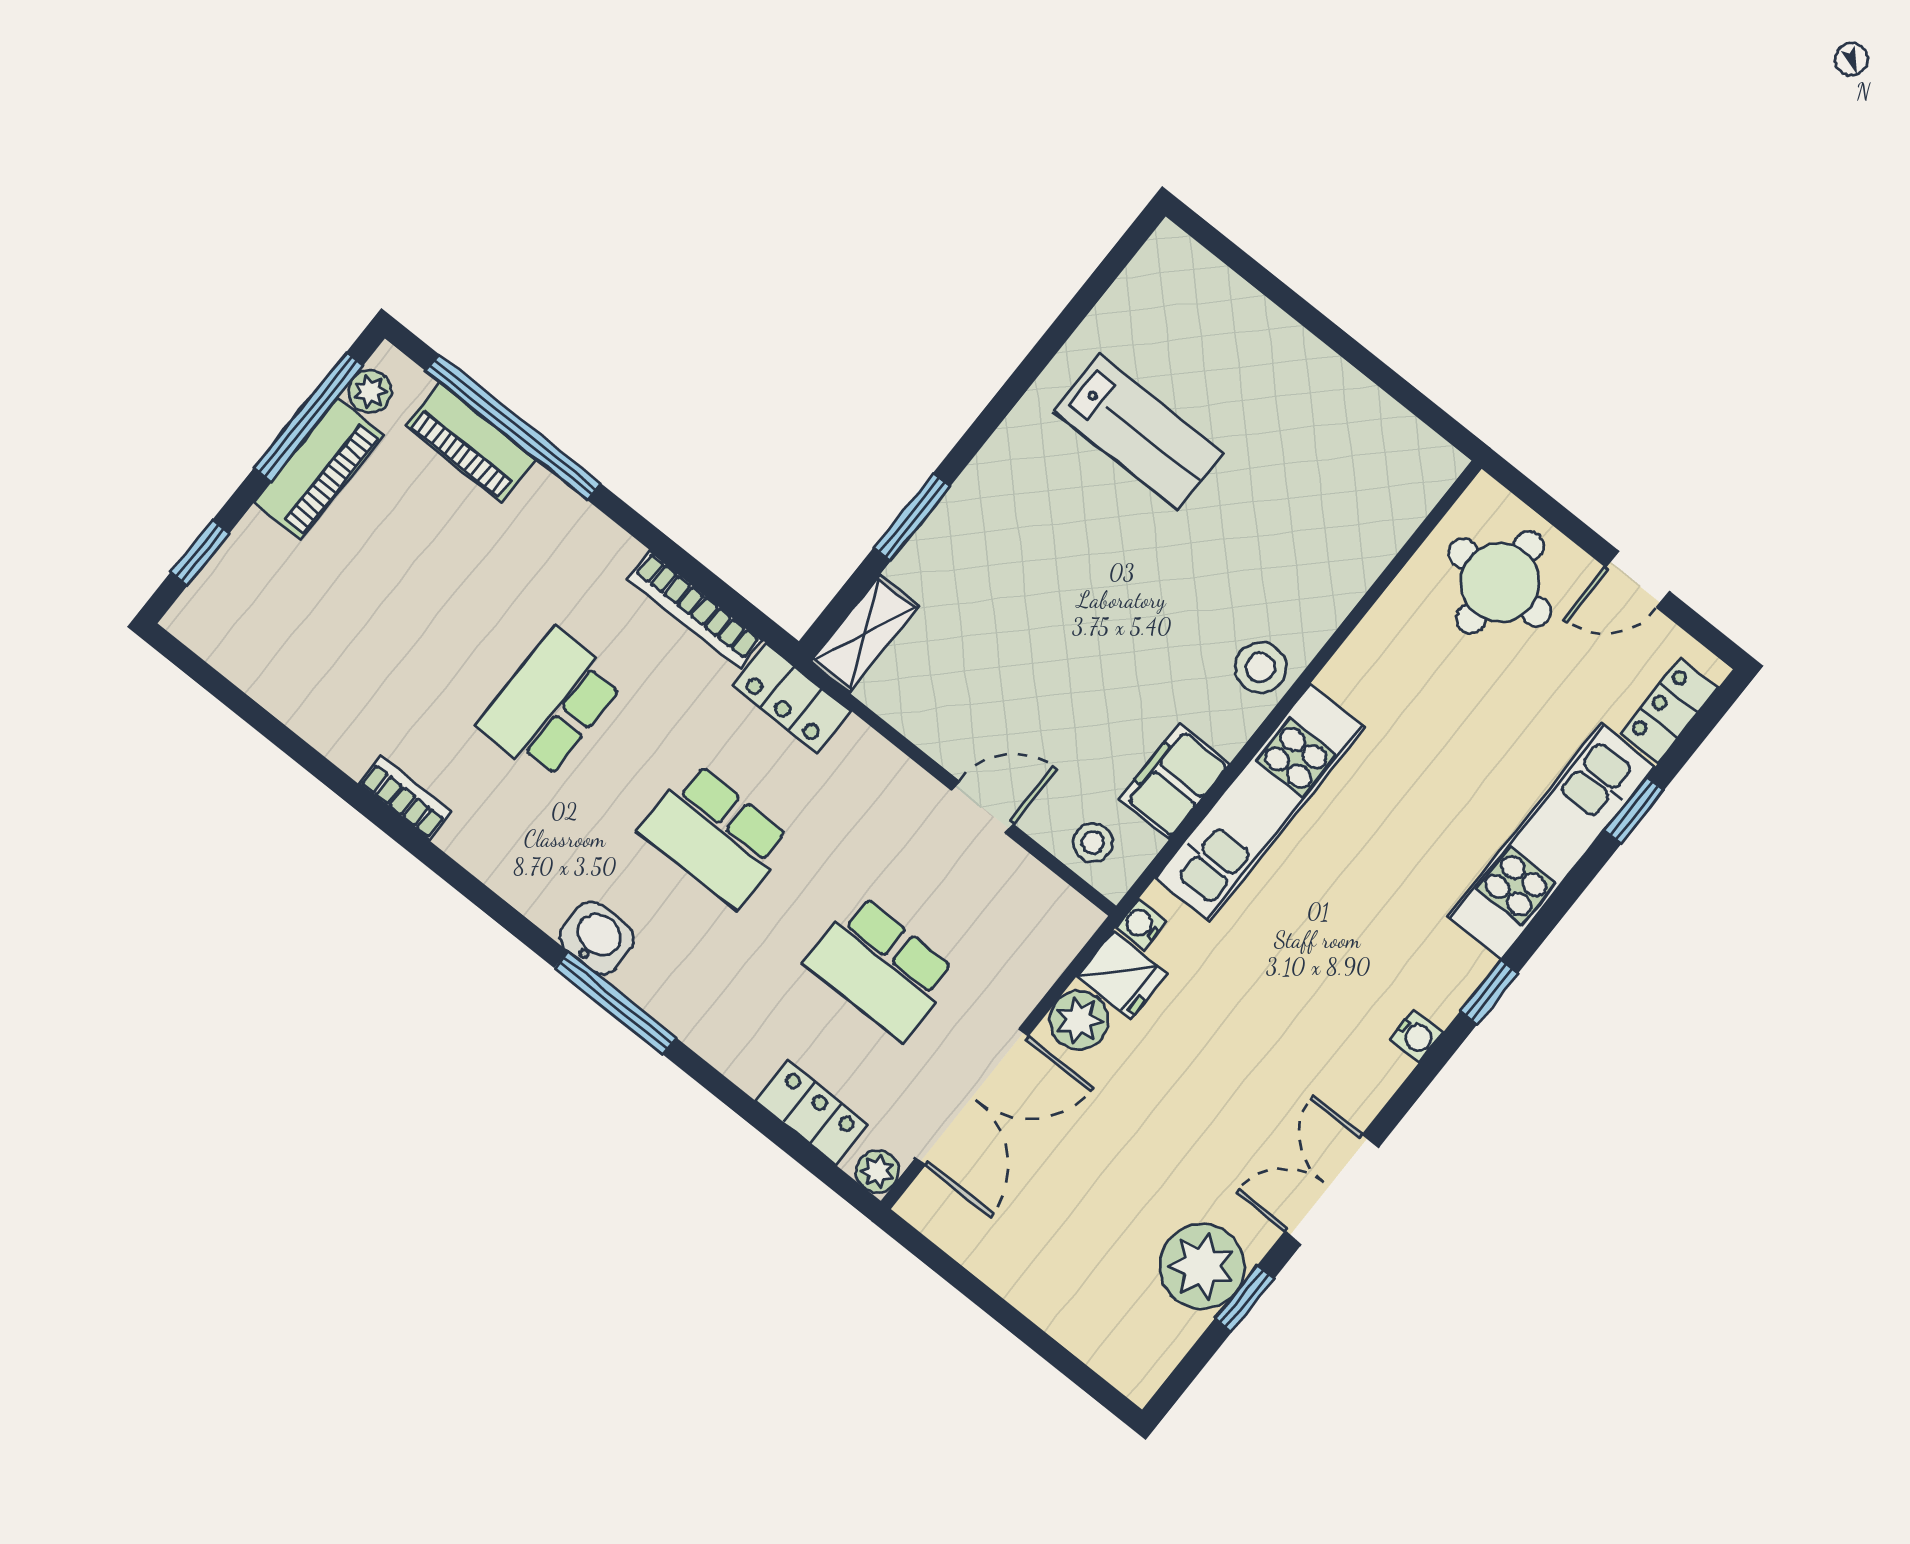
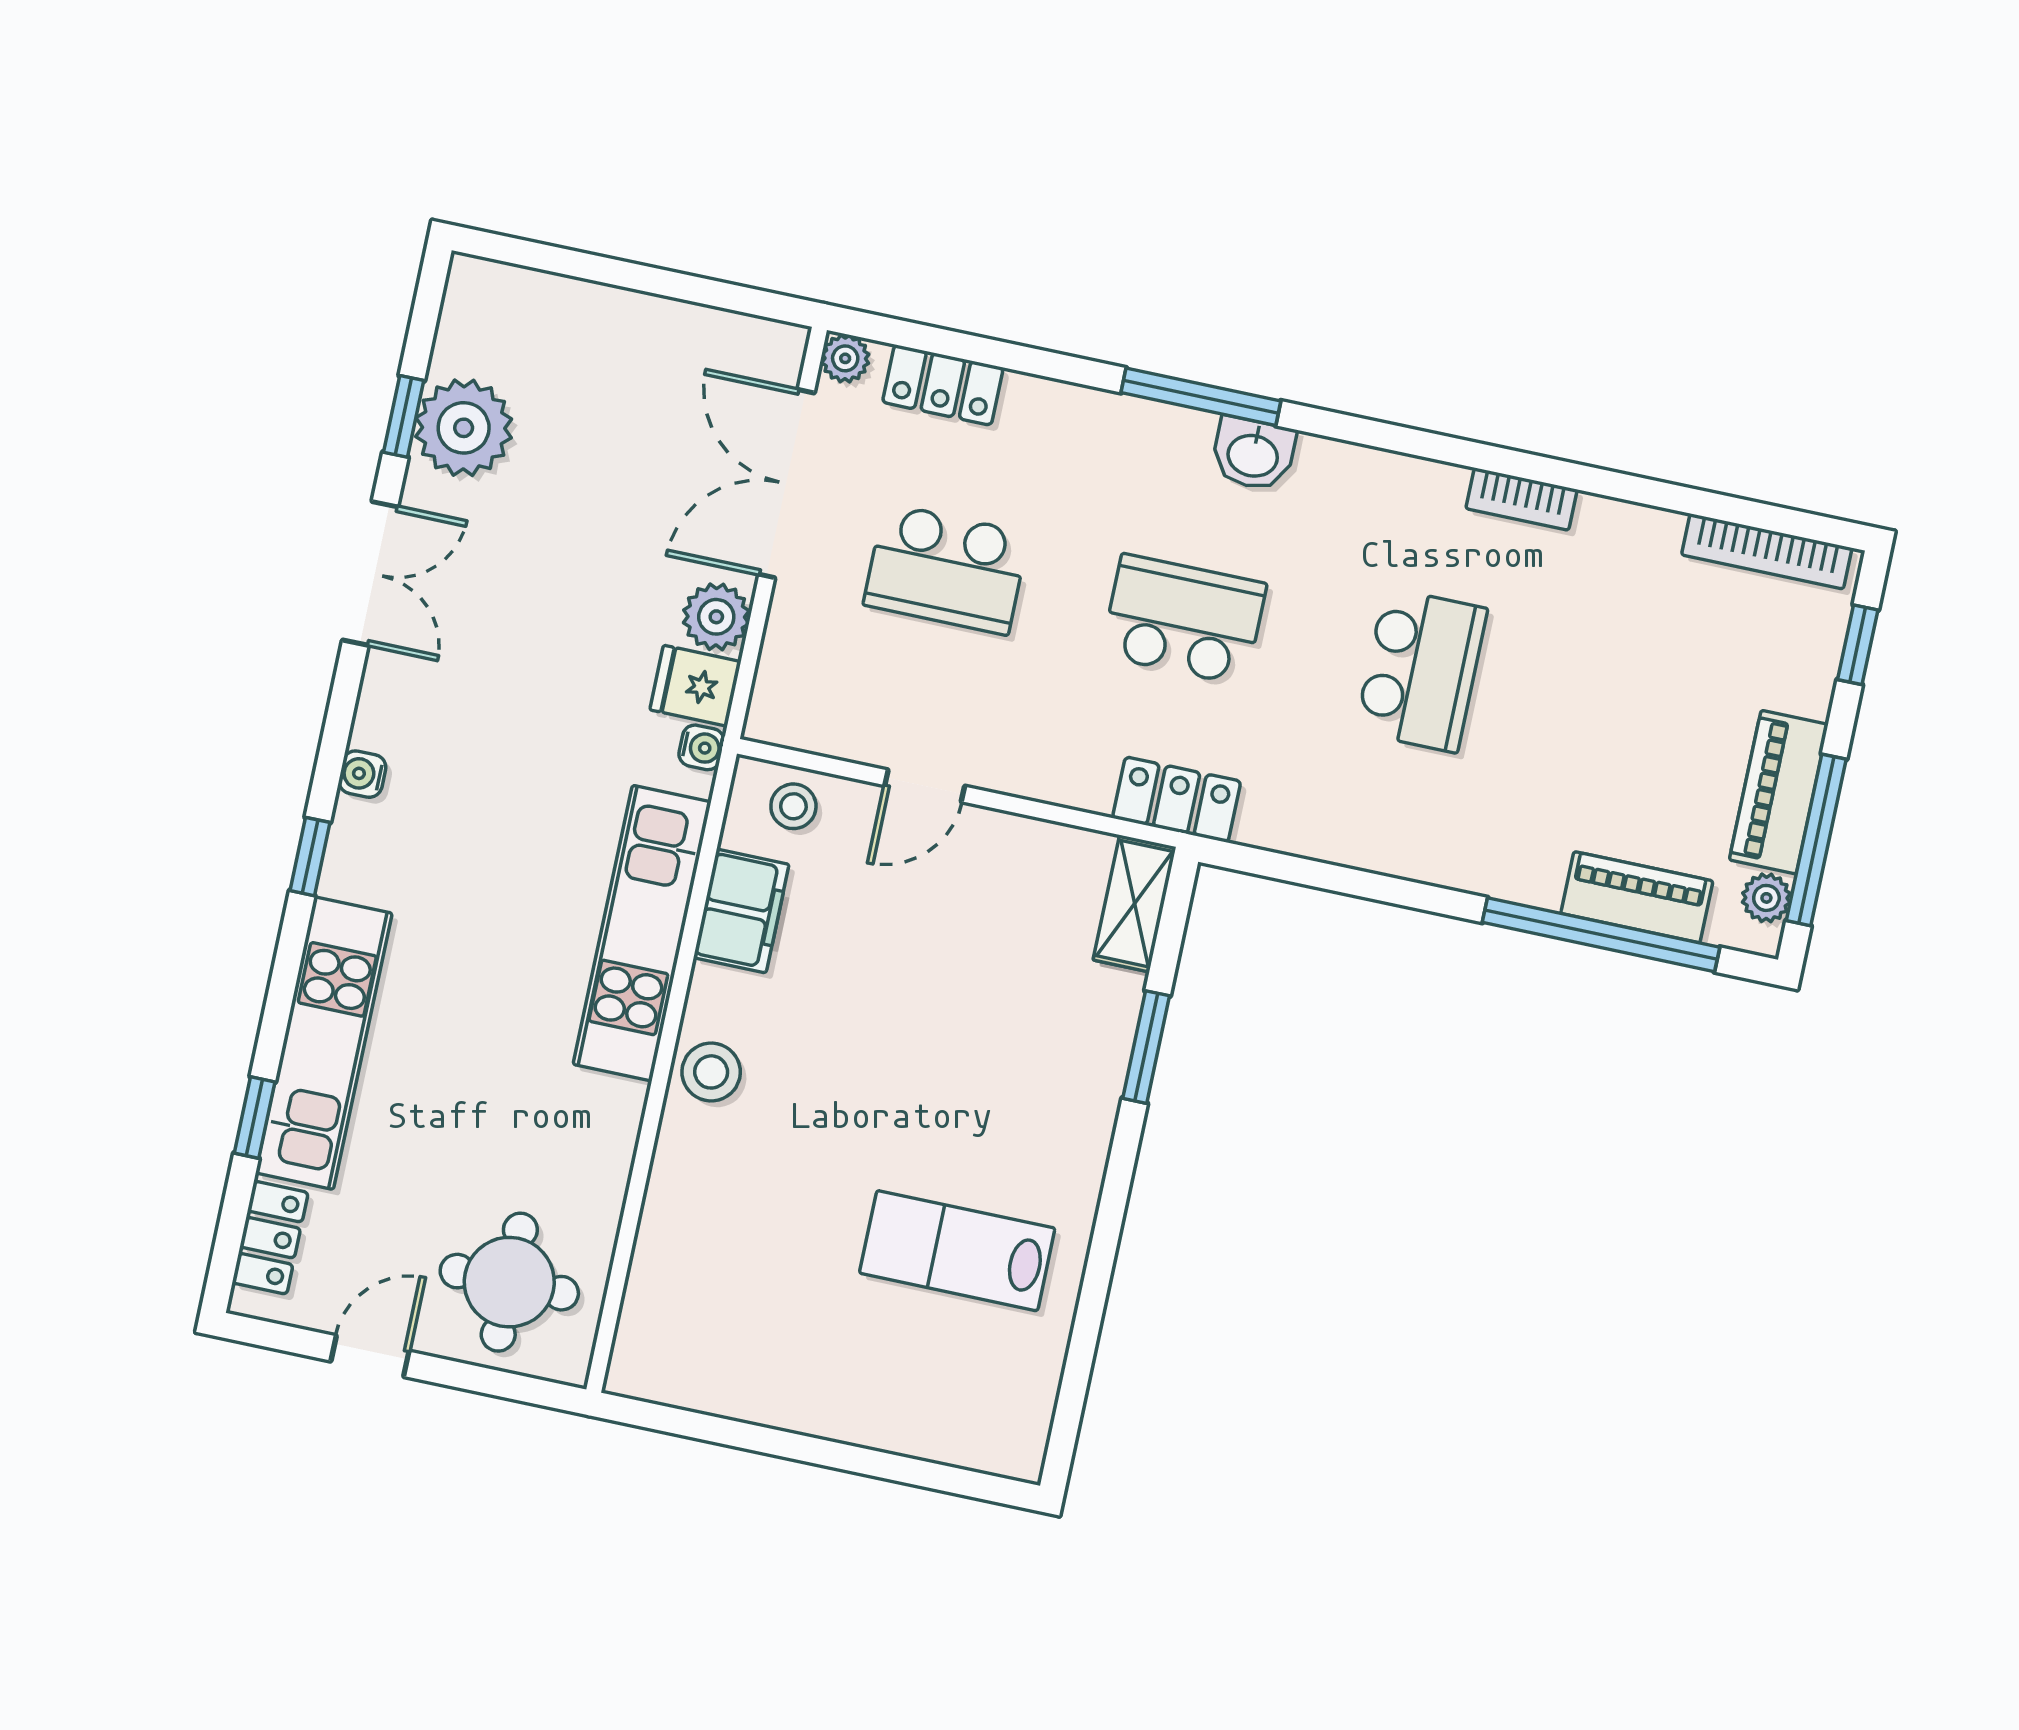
bookcase: (695, 609) -> (1767, 551), moved, turned 180
school desk: (881, 968) -> (946, 569), turned 180

